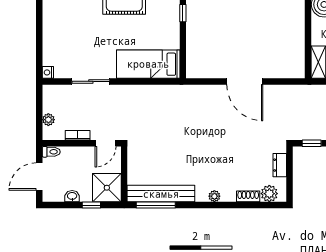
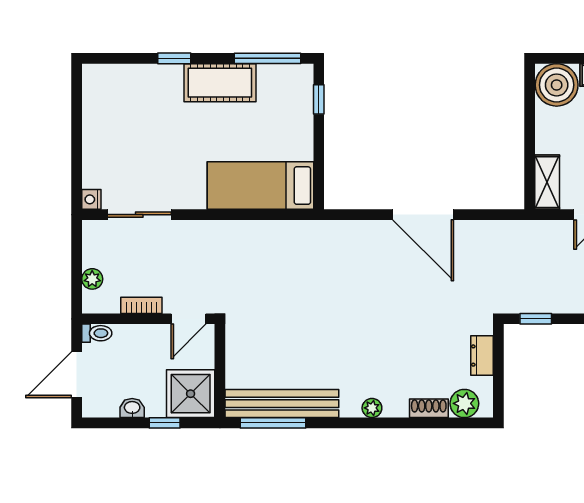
sliding door: (91, 81) -> (139, 215), moved

